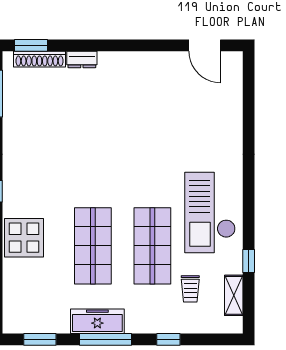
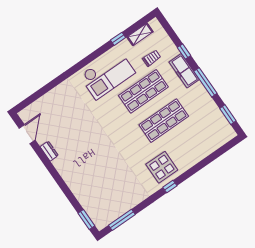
shoe rack: (40, 59) -> (90, 211), removed
dresser: (82, 59) -> (49, 151), moved
display table: (24, 238) -> (162, 167), moved
freezer: (97, 321) -> (184, 71), moved

